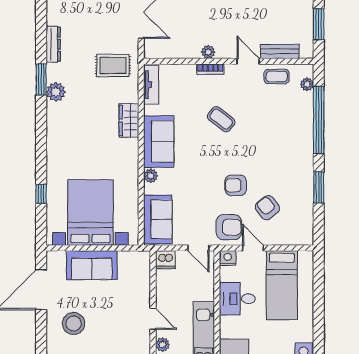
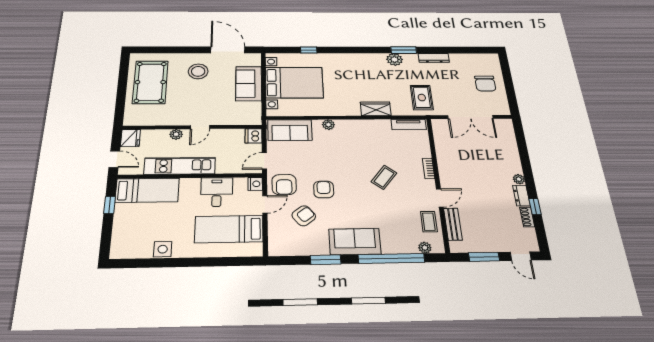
plant: (208, 52) -> (444, 167), removed
sofa: (159, 141) -> (355, 242), moved, turned 180

